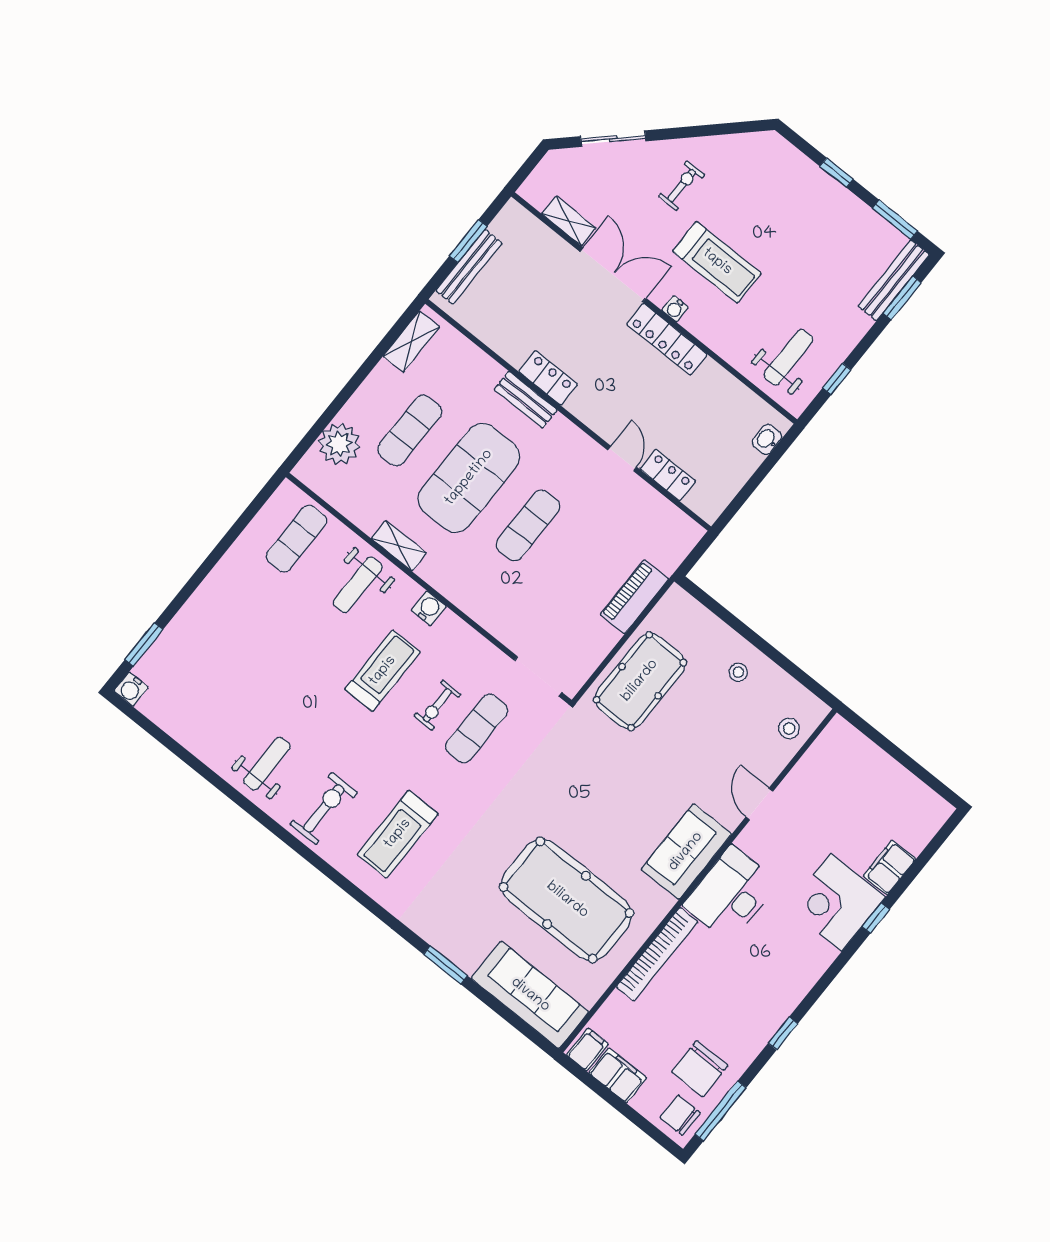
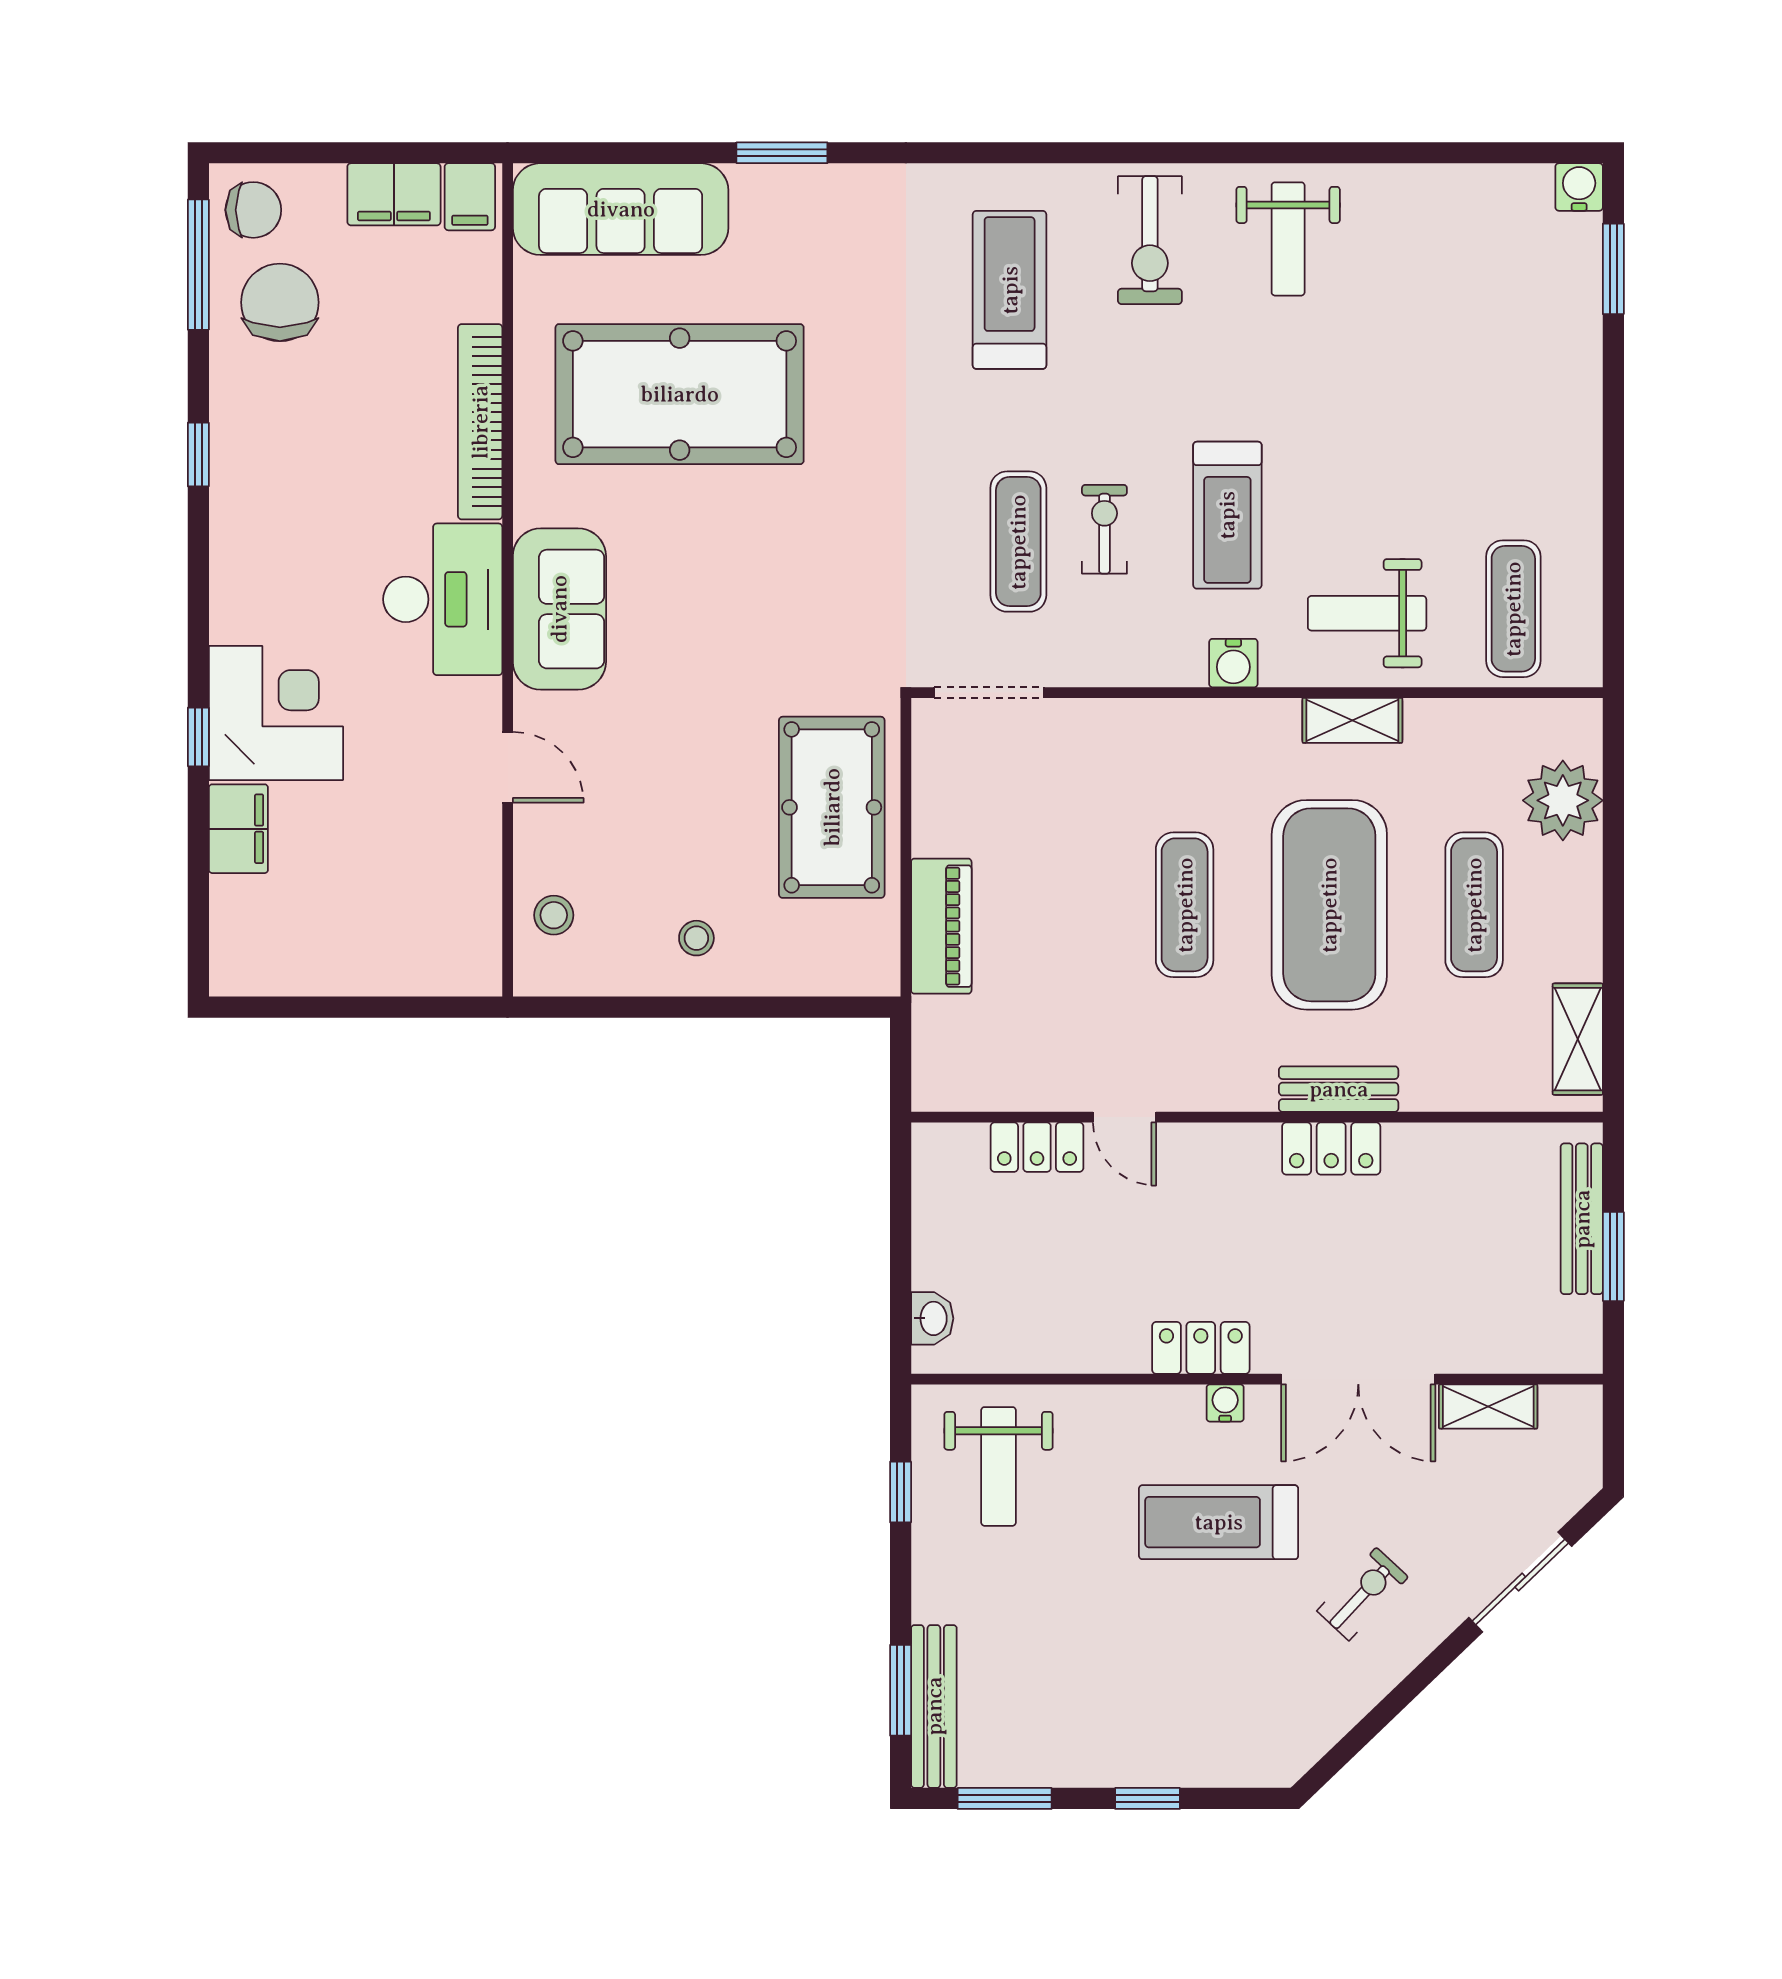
exercise bike: (682, 186) -> (1363, 1594), turned -137
locker: (667, 339) -> (1201, 1348), width x0.66
weight bench: (358, 585) -> (1367, 613), turned -90

